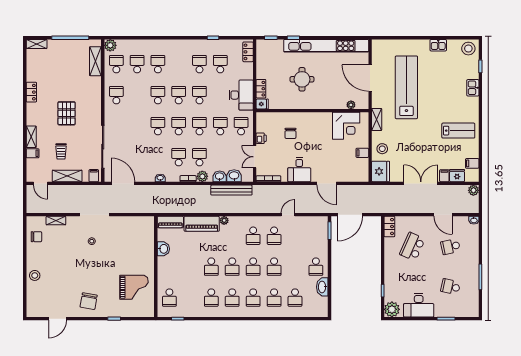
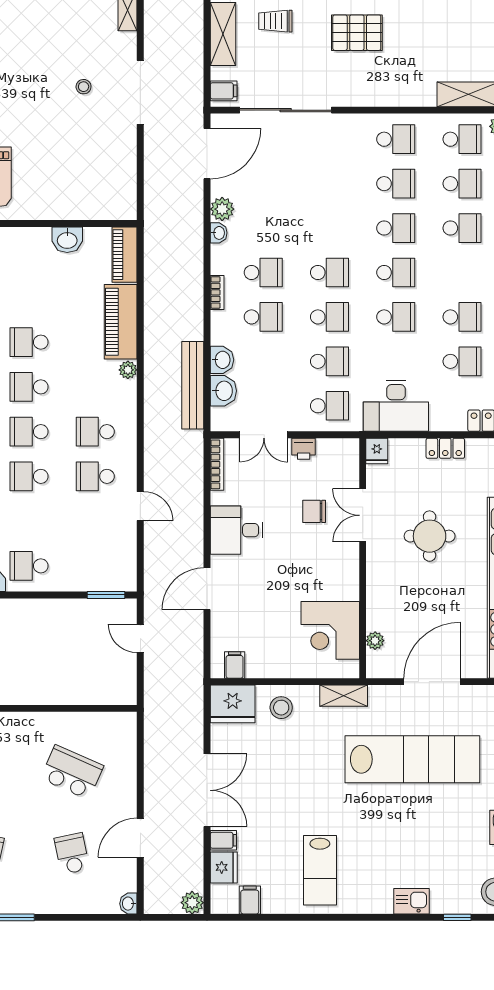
locker: (261, 89) -> (445, 448), moved
double door: (292, 111) -> (363, 515), added
school desk: (158, 126) -> (396, 184), moved
filing cabinet: (362, 153) -> (235, 665), moved
double door: (255, 157) -> (264, 435), swing flipped
plant: (202, 176) -> (222, 209), moved
door: (350, 215) -> (140, 638), width x0.53
locker: (389, 227) -> (115, 723), removed

